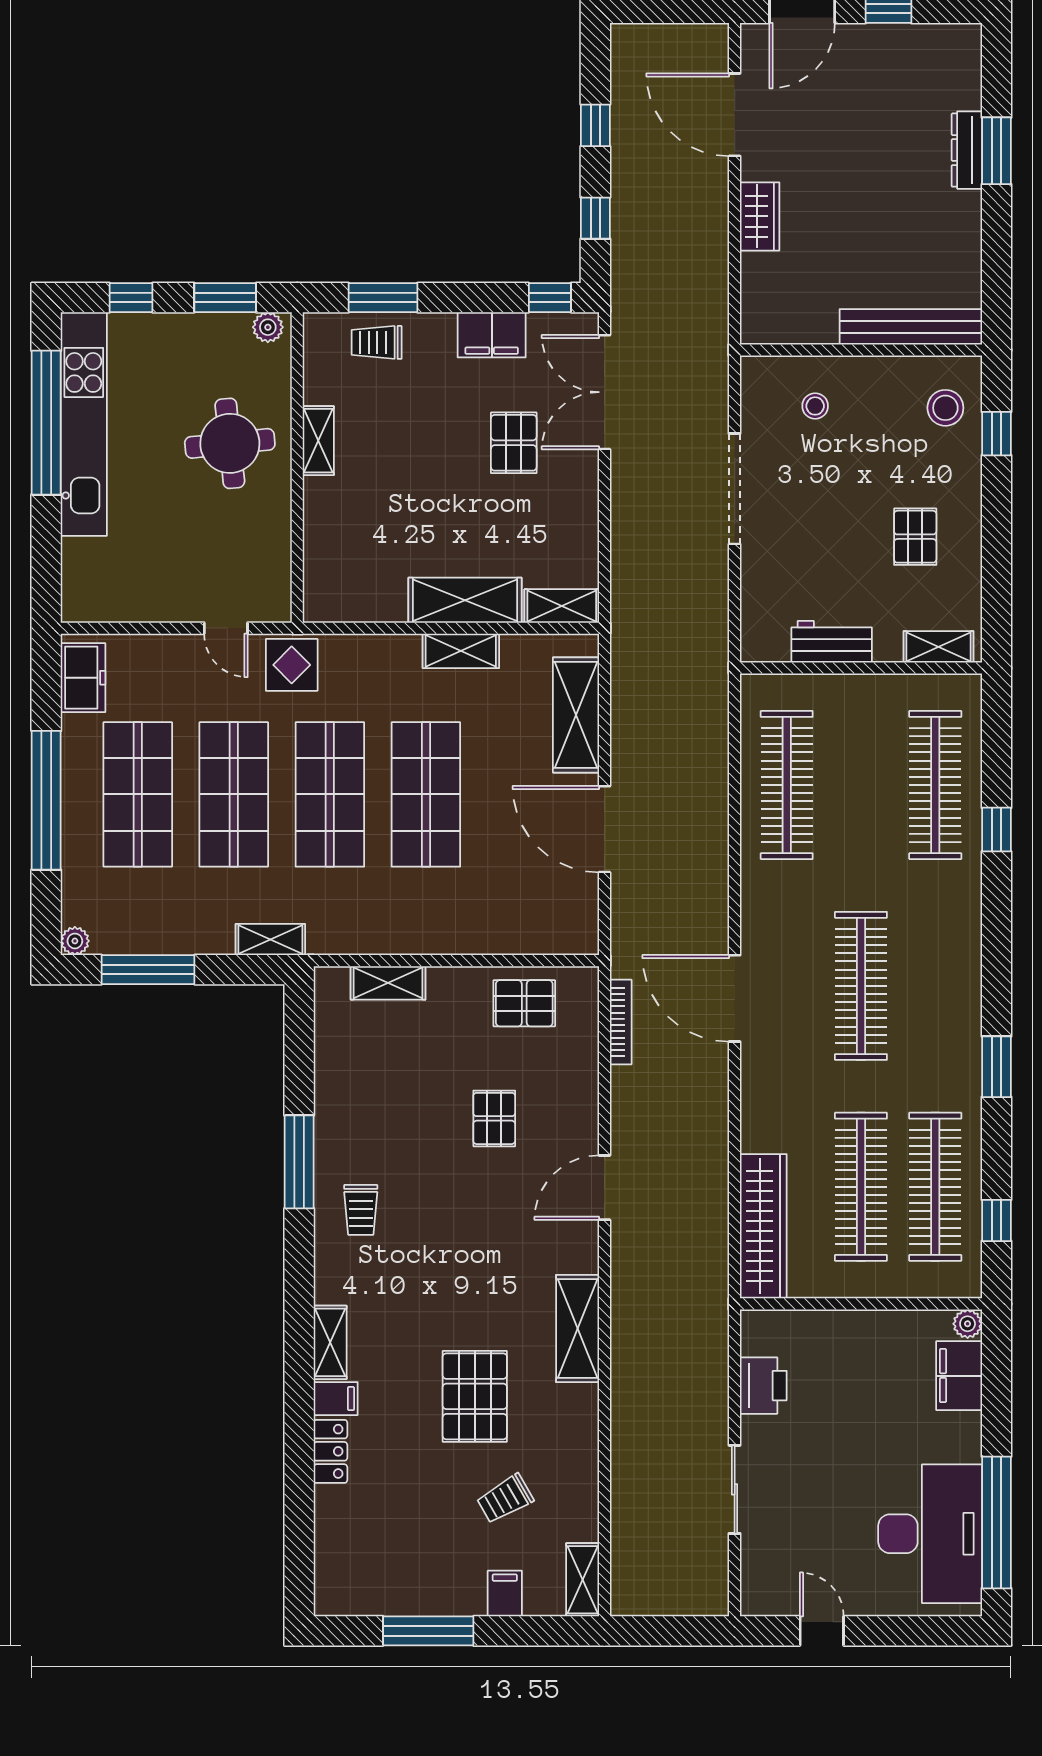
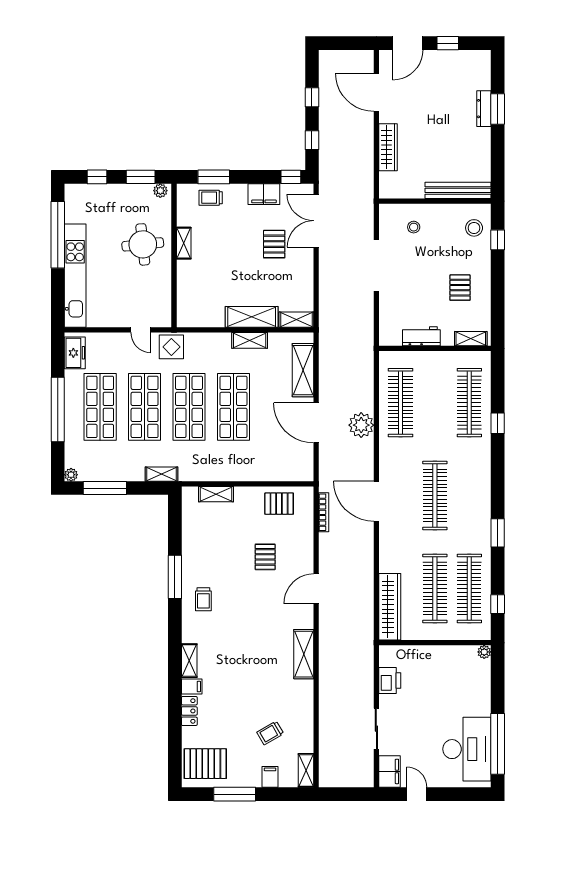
wardrobe: (760, 216) -> (388, 147), width x1.50
kitchen unit: (84, 424) -> (75, 276), moved
plant: (702, 834) -> (361, 425), added
filing cabinet: (959, 1376) -> (390, 771), moved, turned 180
pallet: (475, 1396) -> (205, 764), moved, turned 90

